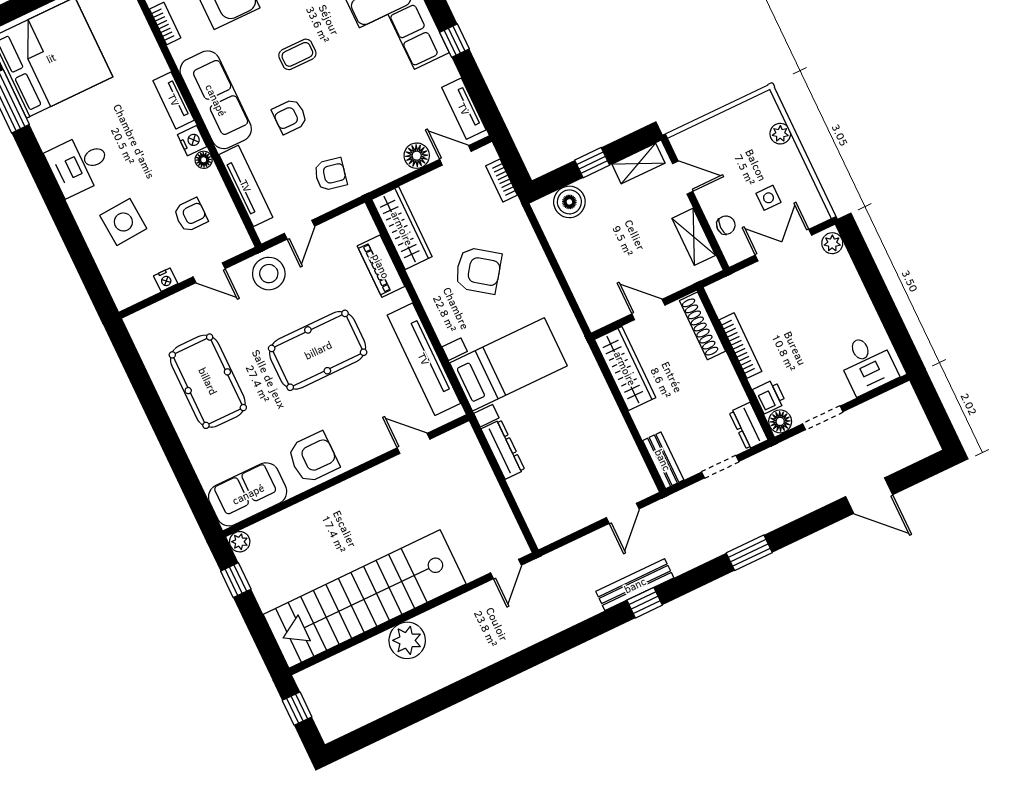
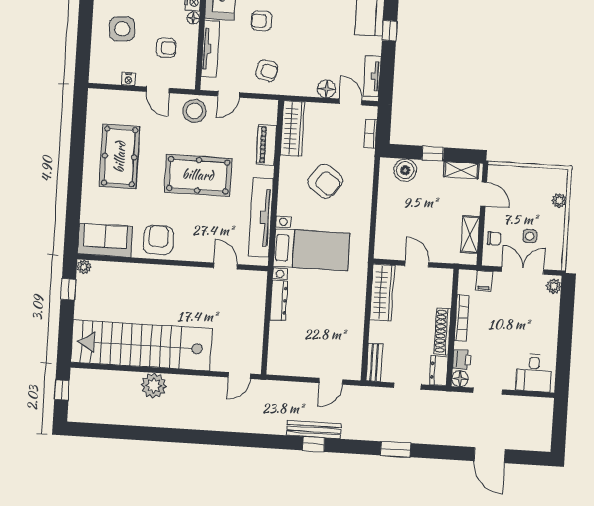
filing cabinet: (743, 285) -> (484, 281), added
shoe rack: (702, 326) -> (442, 331), moved
armchair: (313, 458) -> (158, 240), turned -90

